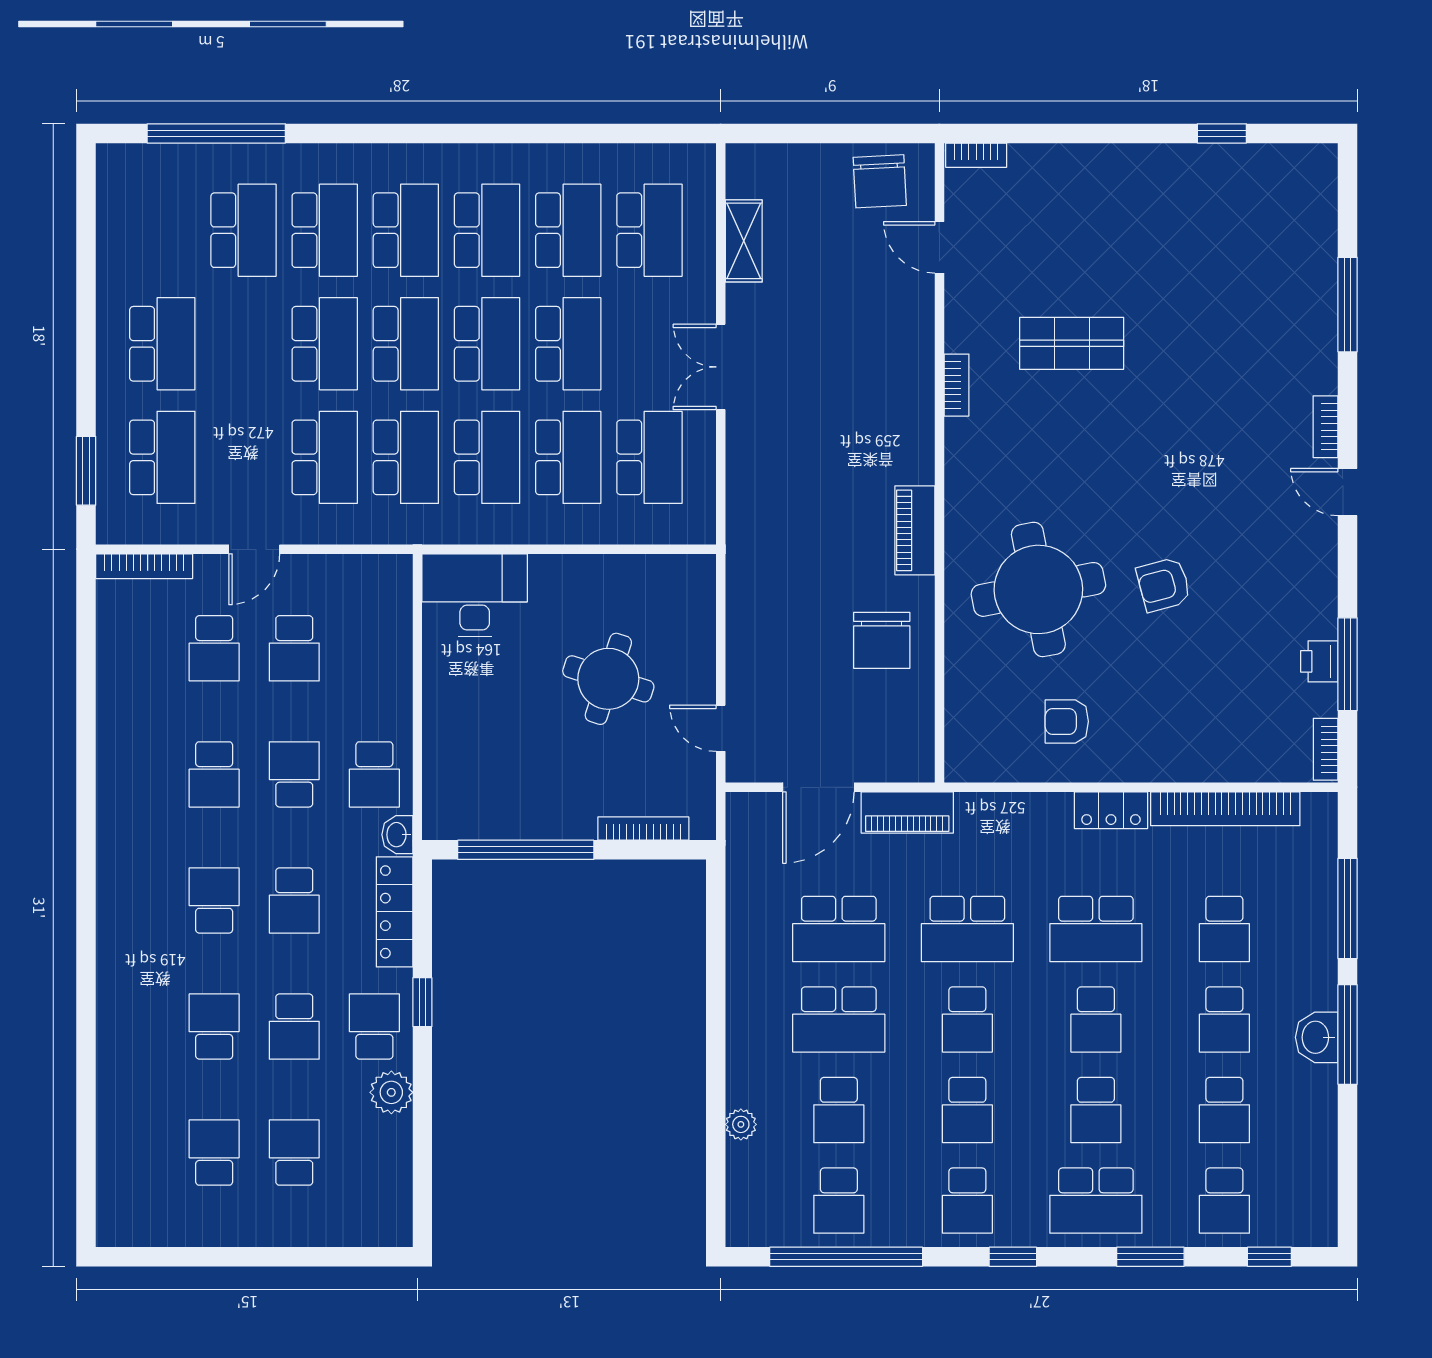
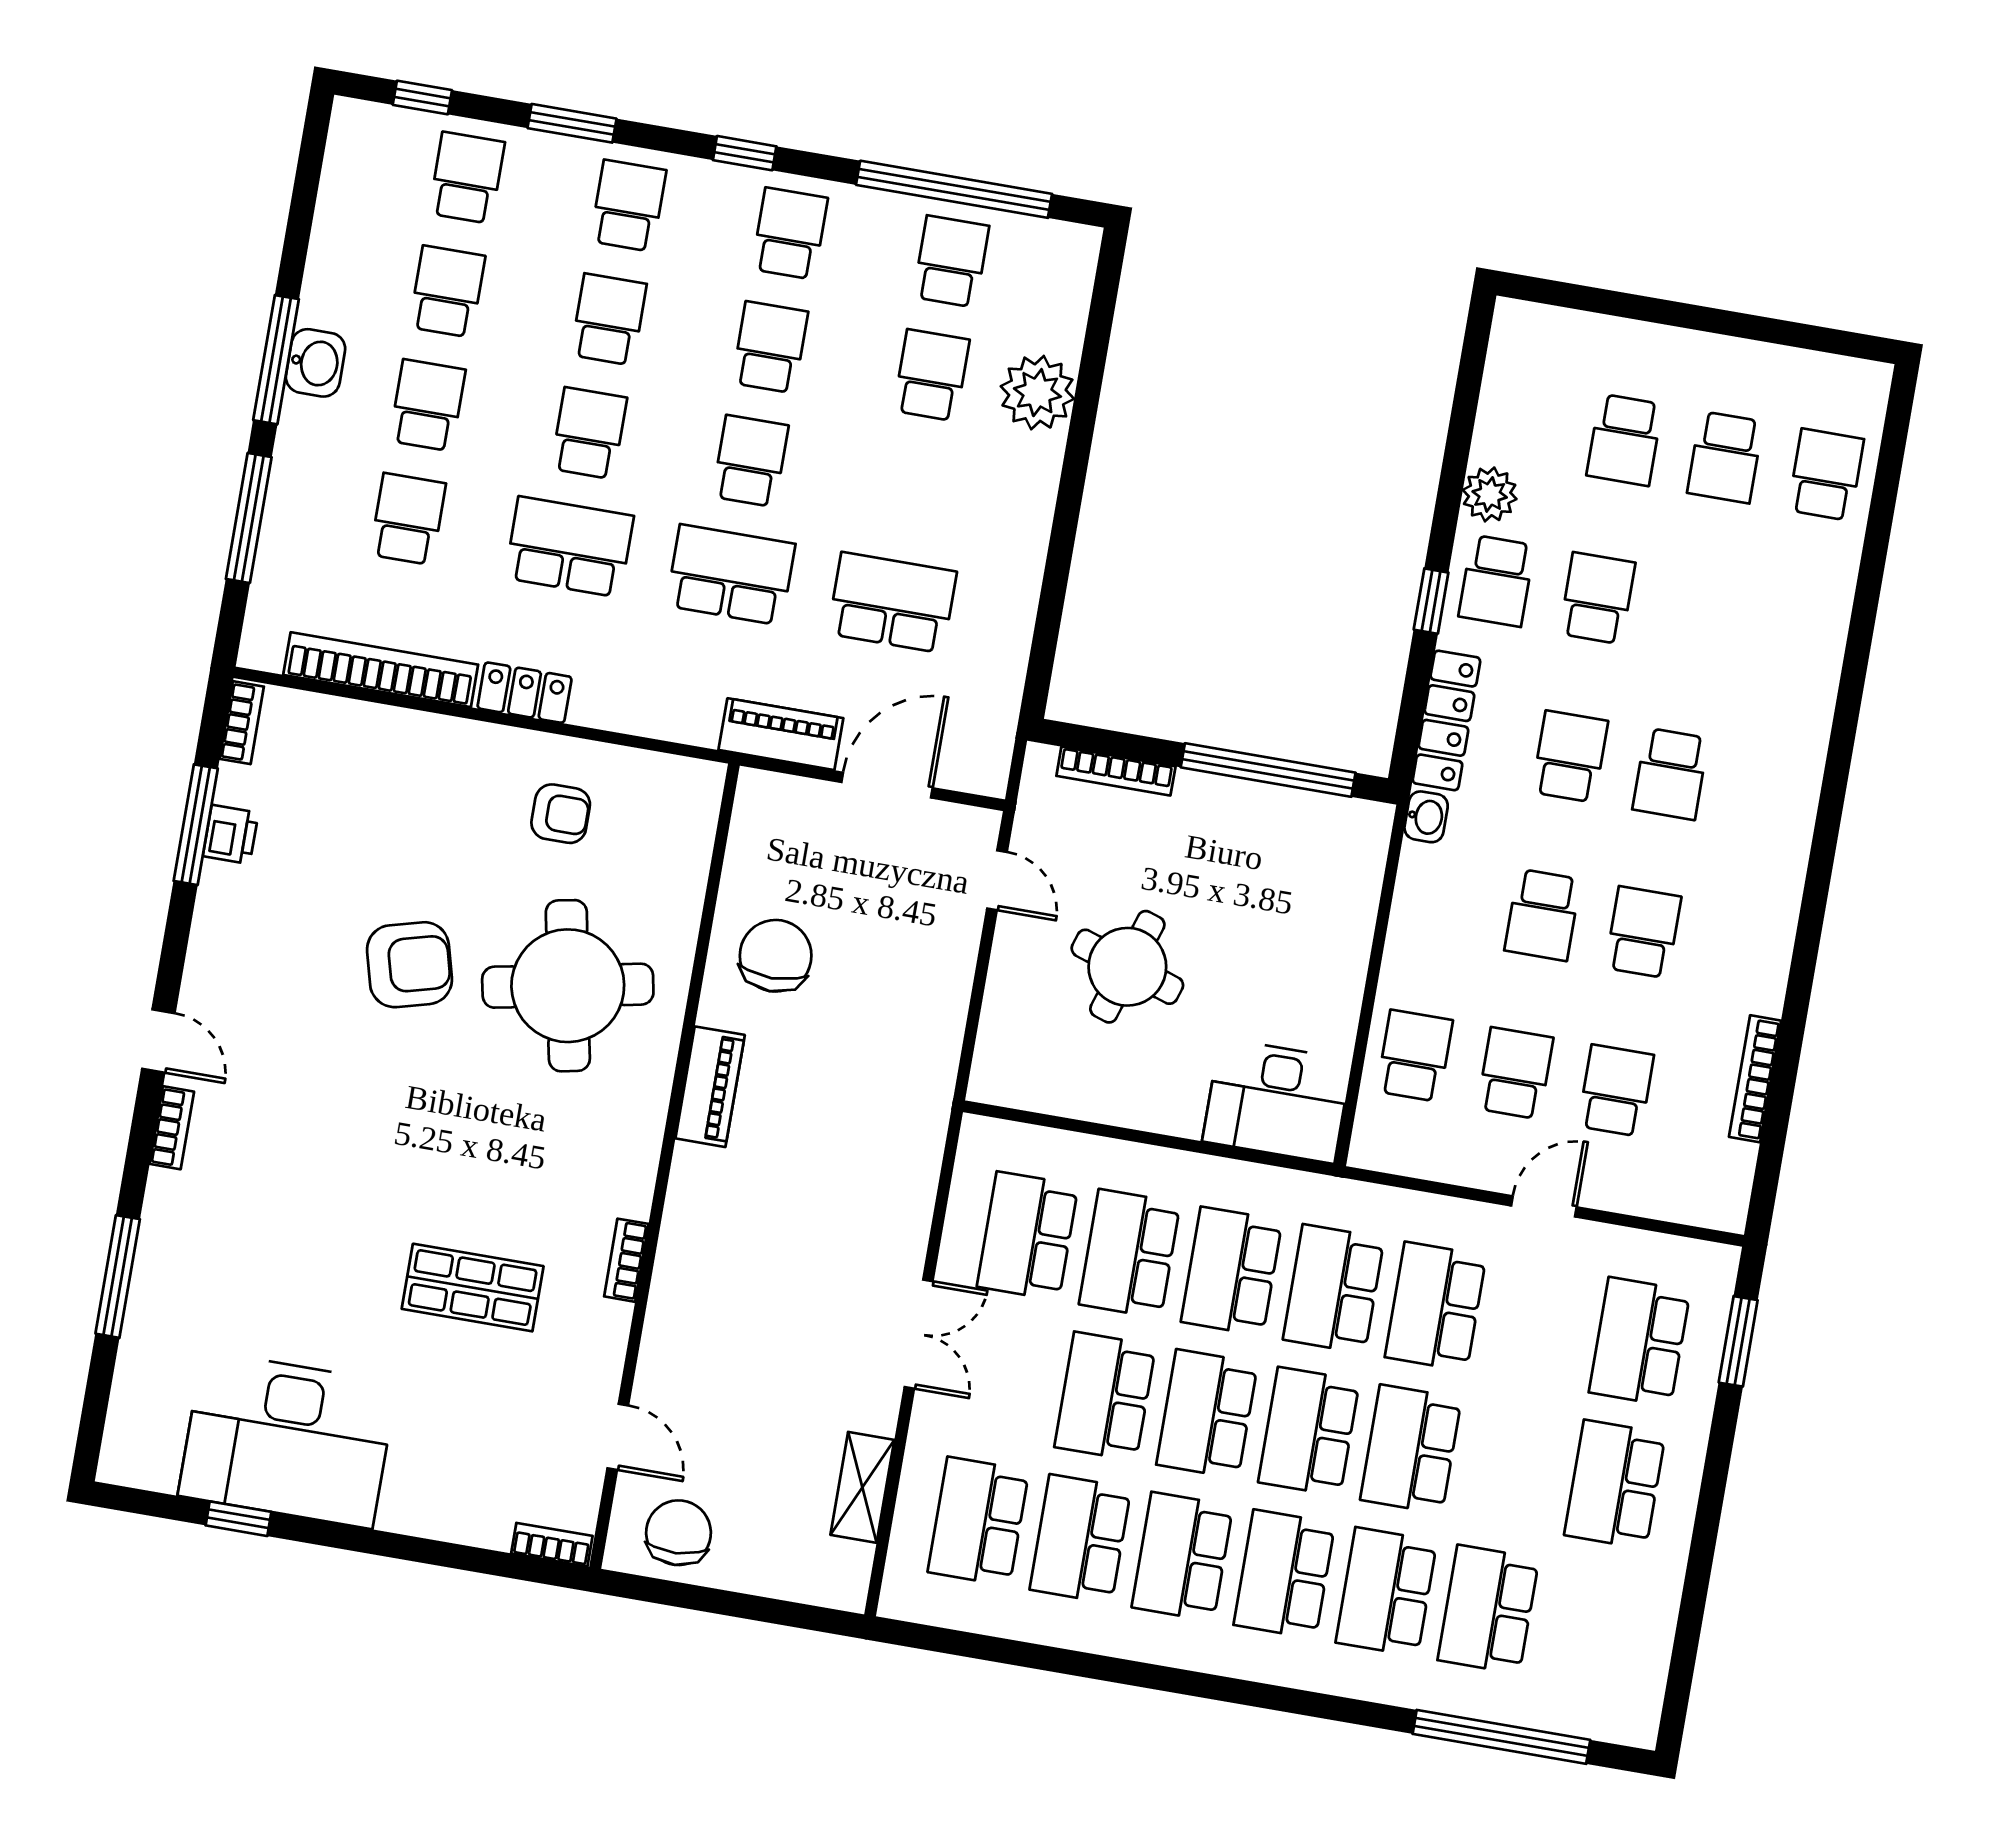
desk: (1194, 201) -> (288, 1440), added
bookcase: (144, 566) -> (1755, 1079), moved, turned -90
armchair: (1164, 585) -> (409, 965), width x1.38, depth x1.38
school desk: (374, 774) -> (1415, 1056), moved
school desk: (839, 1019) -> (912, 489), removed
school desk: (214, 1027) -> (1826, 475), moved, turned 180
plant: (741, 1124) -> (1037, 393), width x1.87, depth x1.87
school desk: (1096, 1201) -> (628, 206), width x0.54

